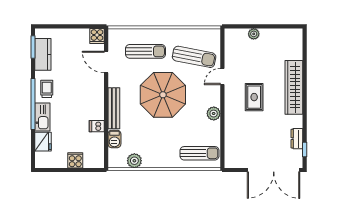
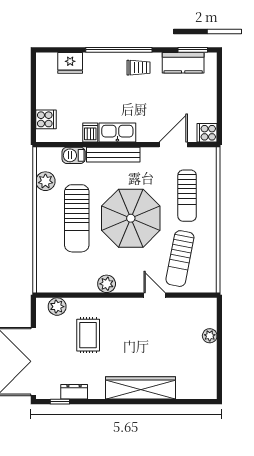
rug: (254, 97) -> (88, 335), moved, turned 90
kitchen sink: (42, 117) -> (117, 132), moved, turned 180
plant: (231, 152) -> (57, 307), added
sun lounger: (199, 153) -> (77, 218), moved, width x1.36, depth x1.34
cooker: (75, 160) -> (46, 119), moved

